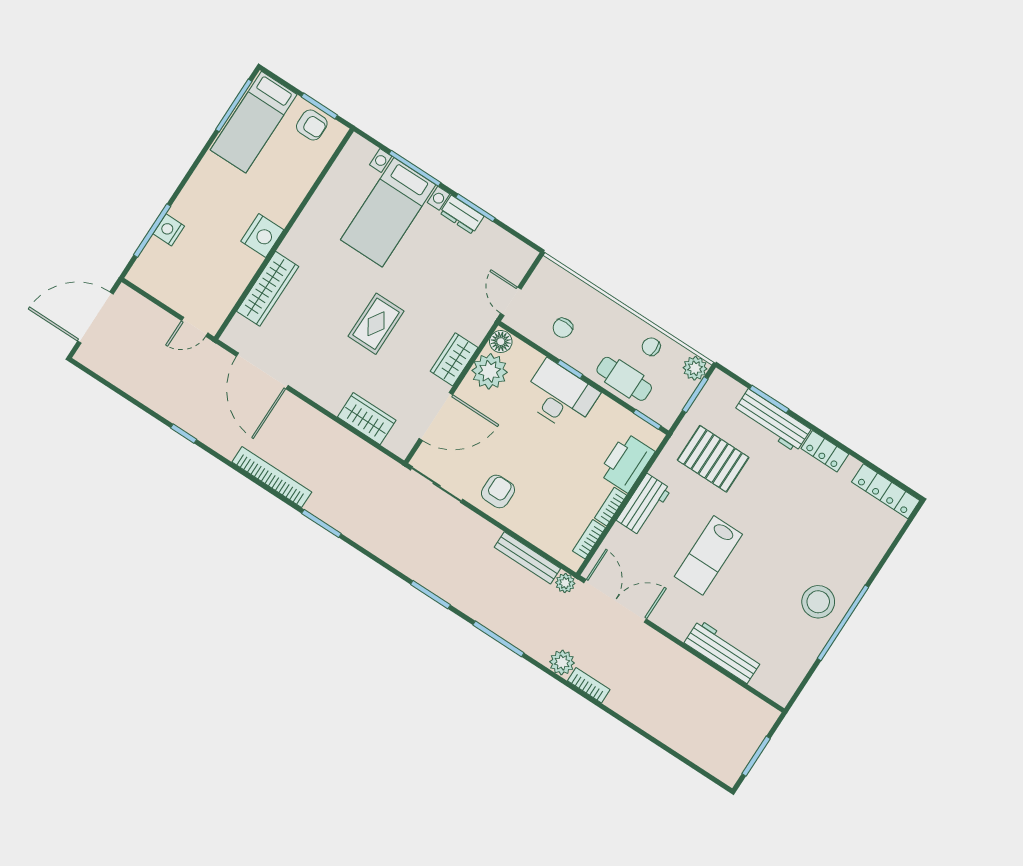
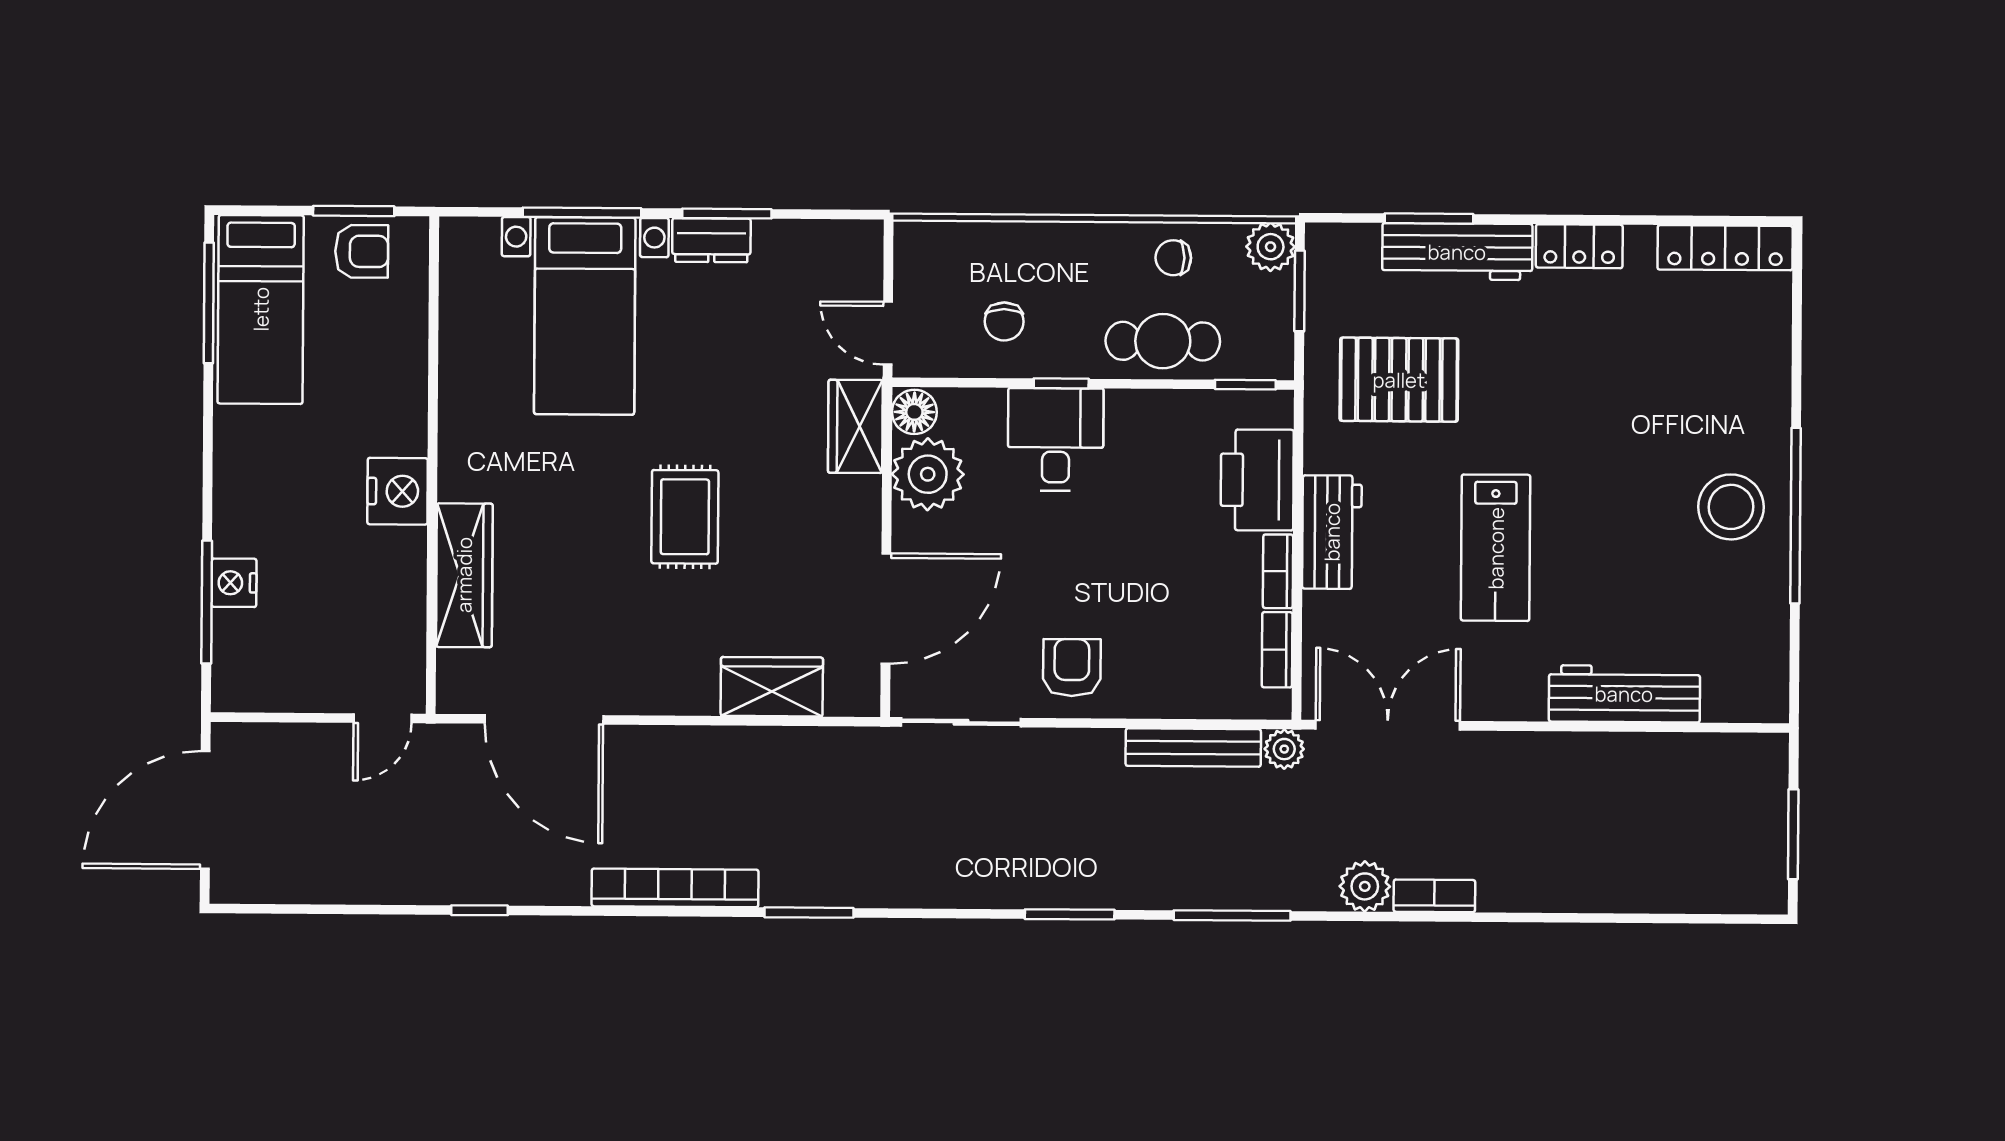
wardrobe: (454, 359) -> (855, 426), moved
desk: (560, 396) -> (1056, 439), width x0.73

